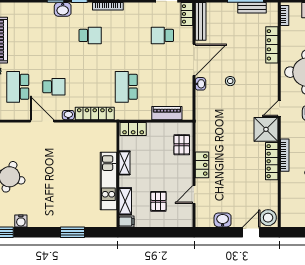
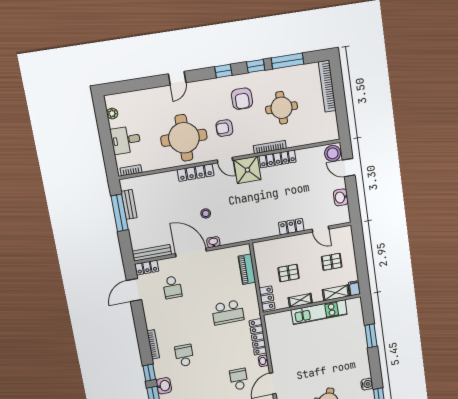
locker: (272, 45) -> (196, 173), moved
pallet: (182, 145) -> (289, 273), moved

